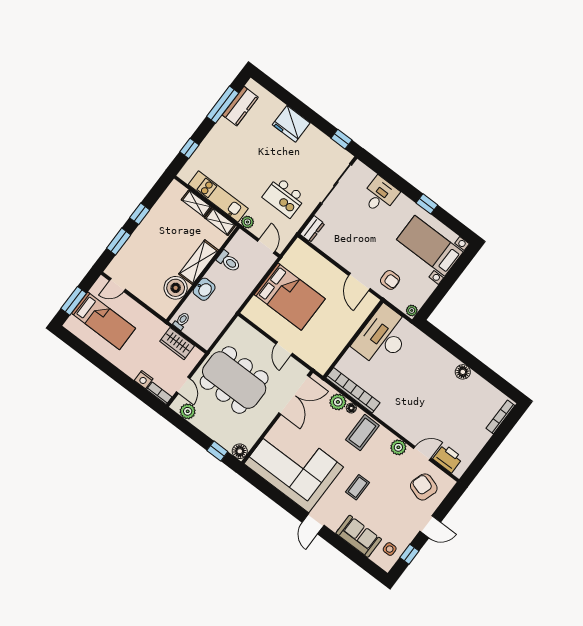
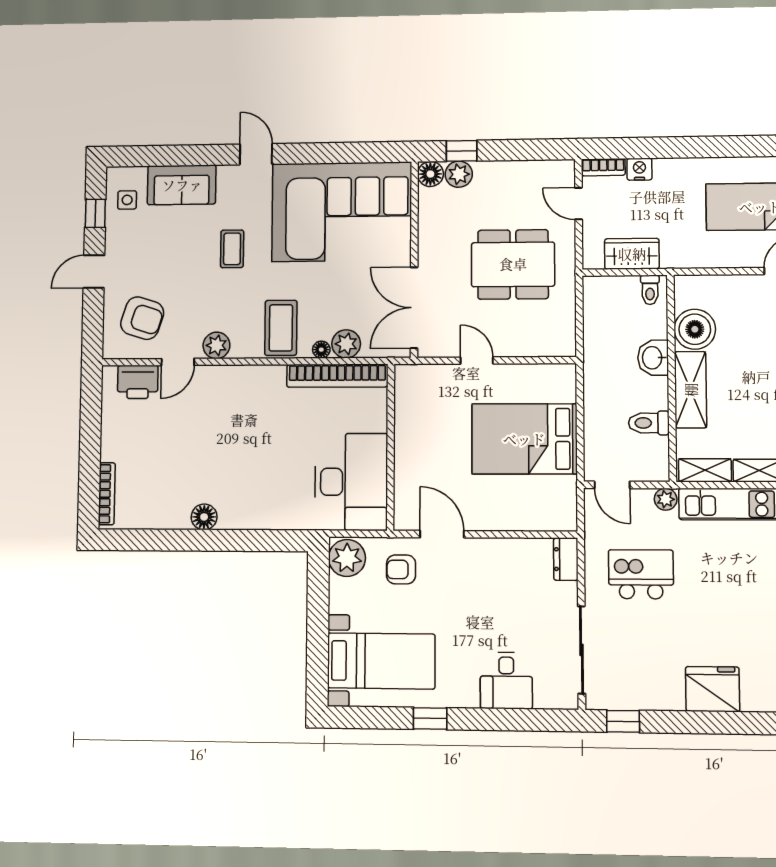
plant: (412, 310) -> (347, 558), width x1.88, depth x1.88
dining table: (234, 380) -> (513, 264), width x0.73, depth x0.80
plant: (188, 411) -> (459, 174), moved

